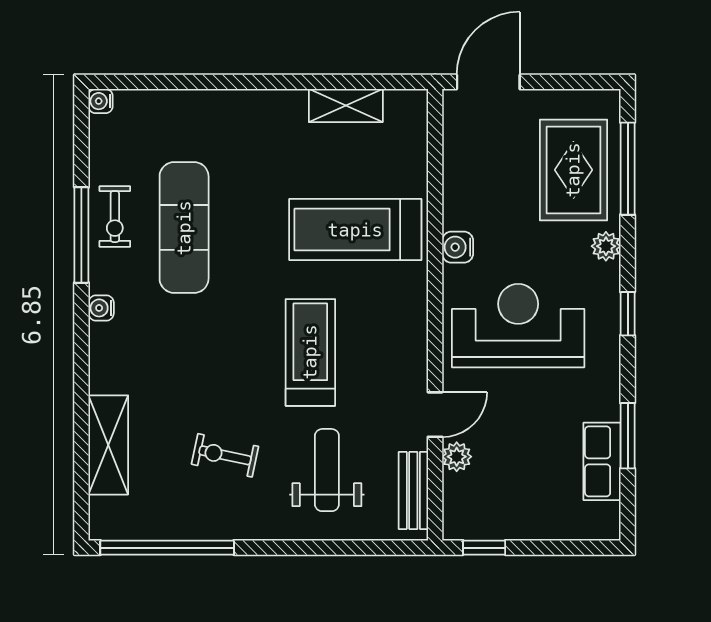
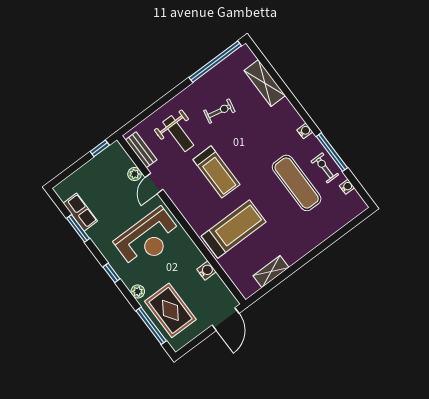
water cooler: (101, 101) -> (347, 187), moved
water cooler: (458, 247) -> (207, 271), moved

